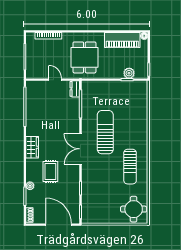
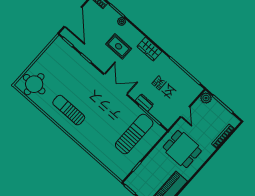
plant: (129, 73) -> (206, 98), moved
door: (55, 80) -> (185, 112), hinge flipped
dresser: (75, 89) -> (145, 103), moved
sun lounger: (105, 132) -> (134, 134), moved, turned -90
door: (59, 225) -> (73, 17), hinge flipped

